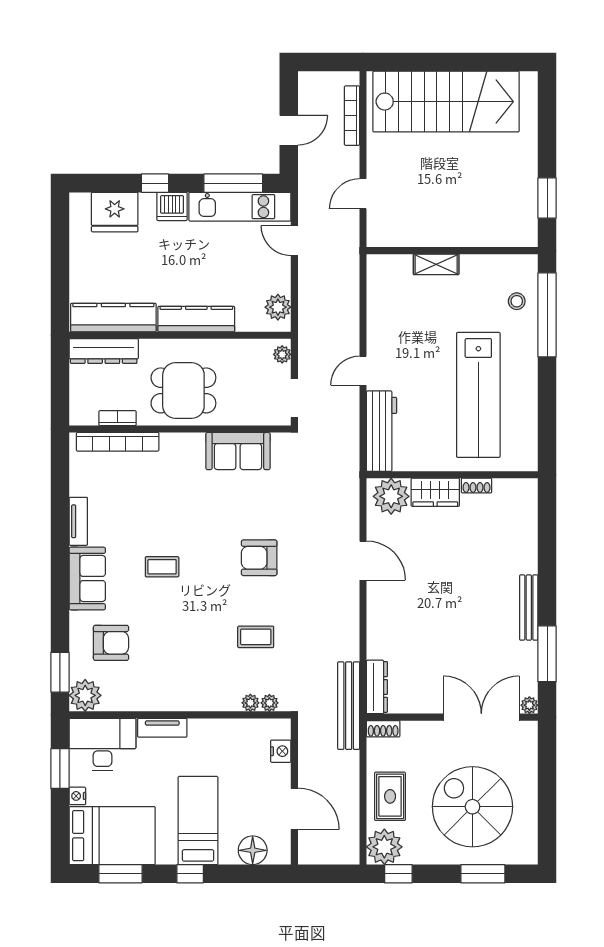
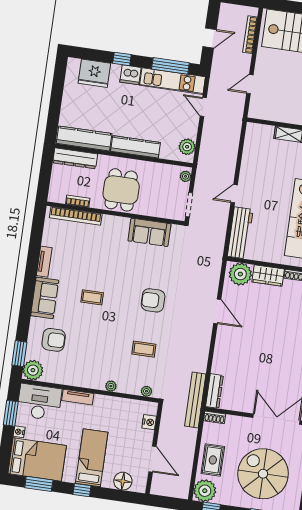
dining table: (183, 390) -> (121, 190), turned 90
plant: (250, 703) -> (111, 386), moved

